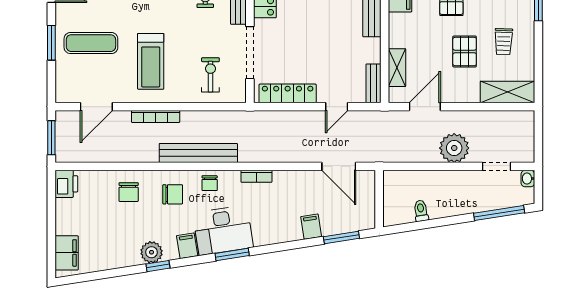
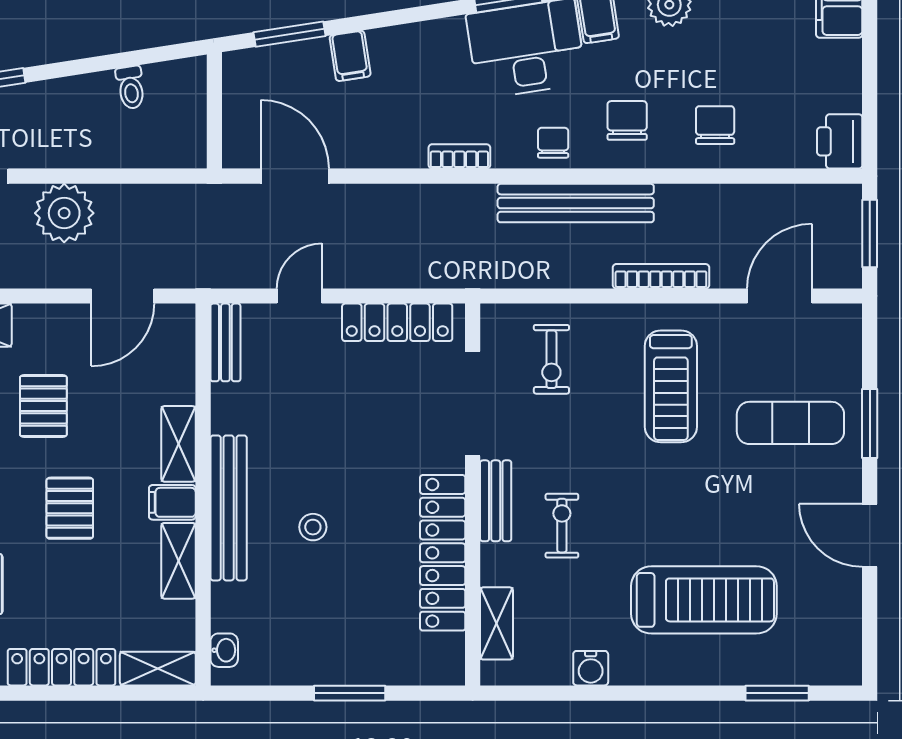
treadmill: (151, 61) -> (671, 386), turned 180
shelving: (397, 68) -> (178, 444), moved
chair: (173, 194) -> (627, 120), turned 90

